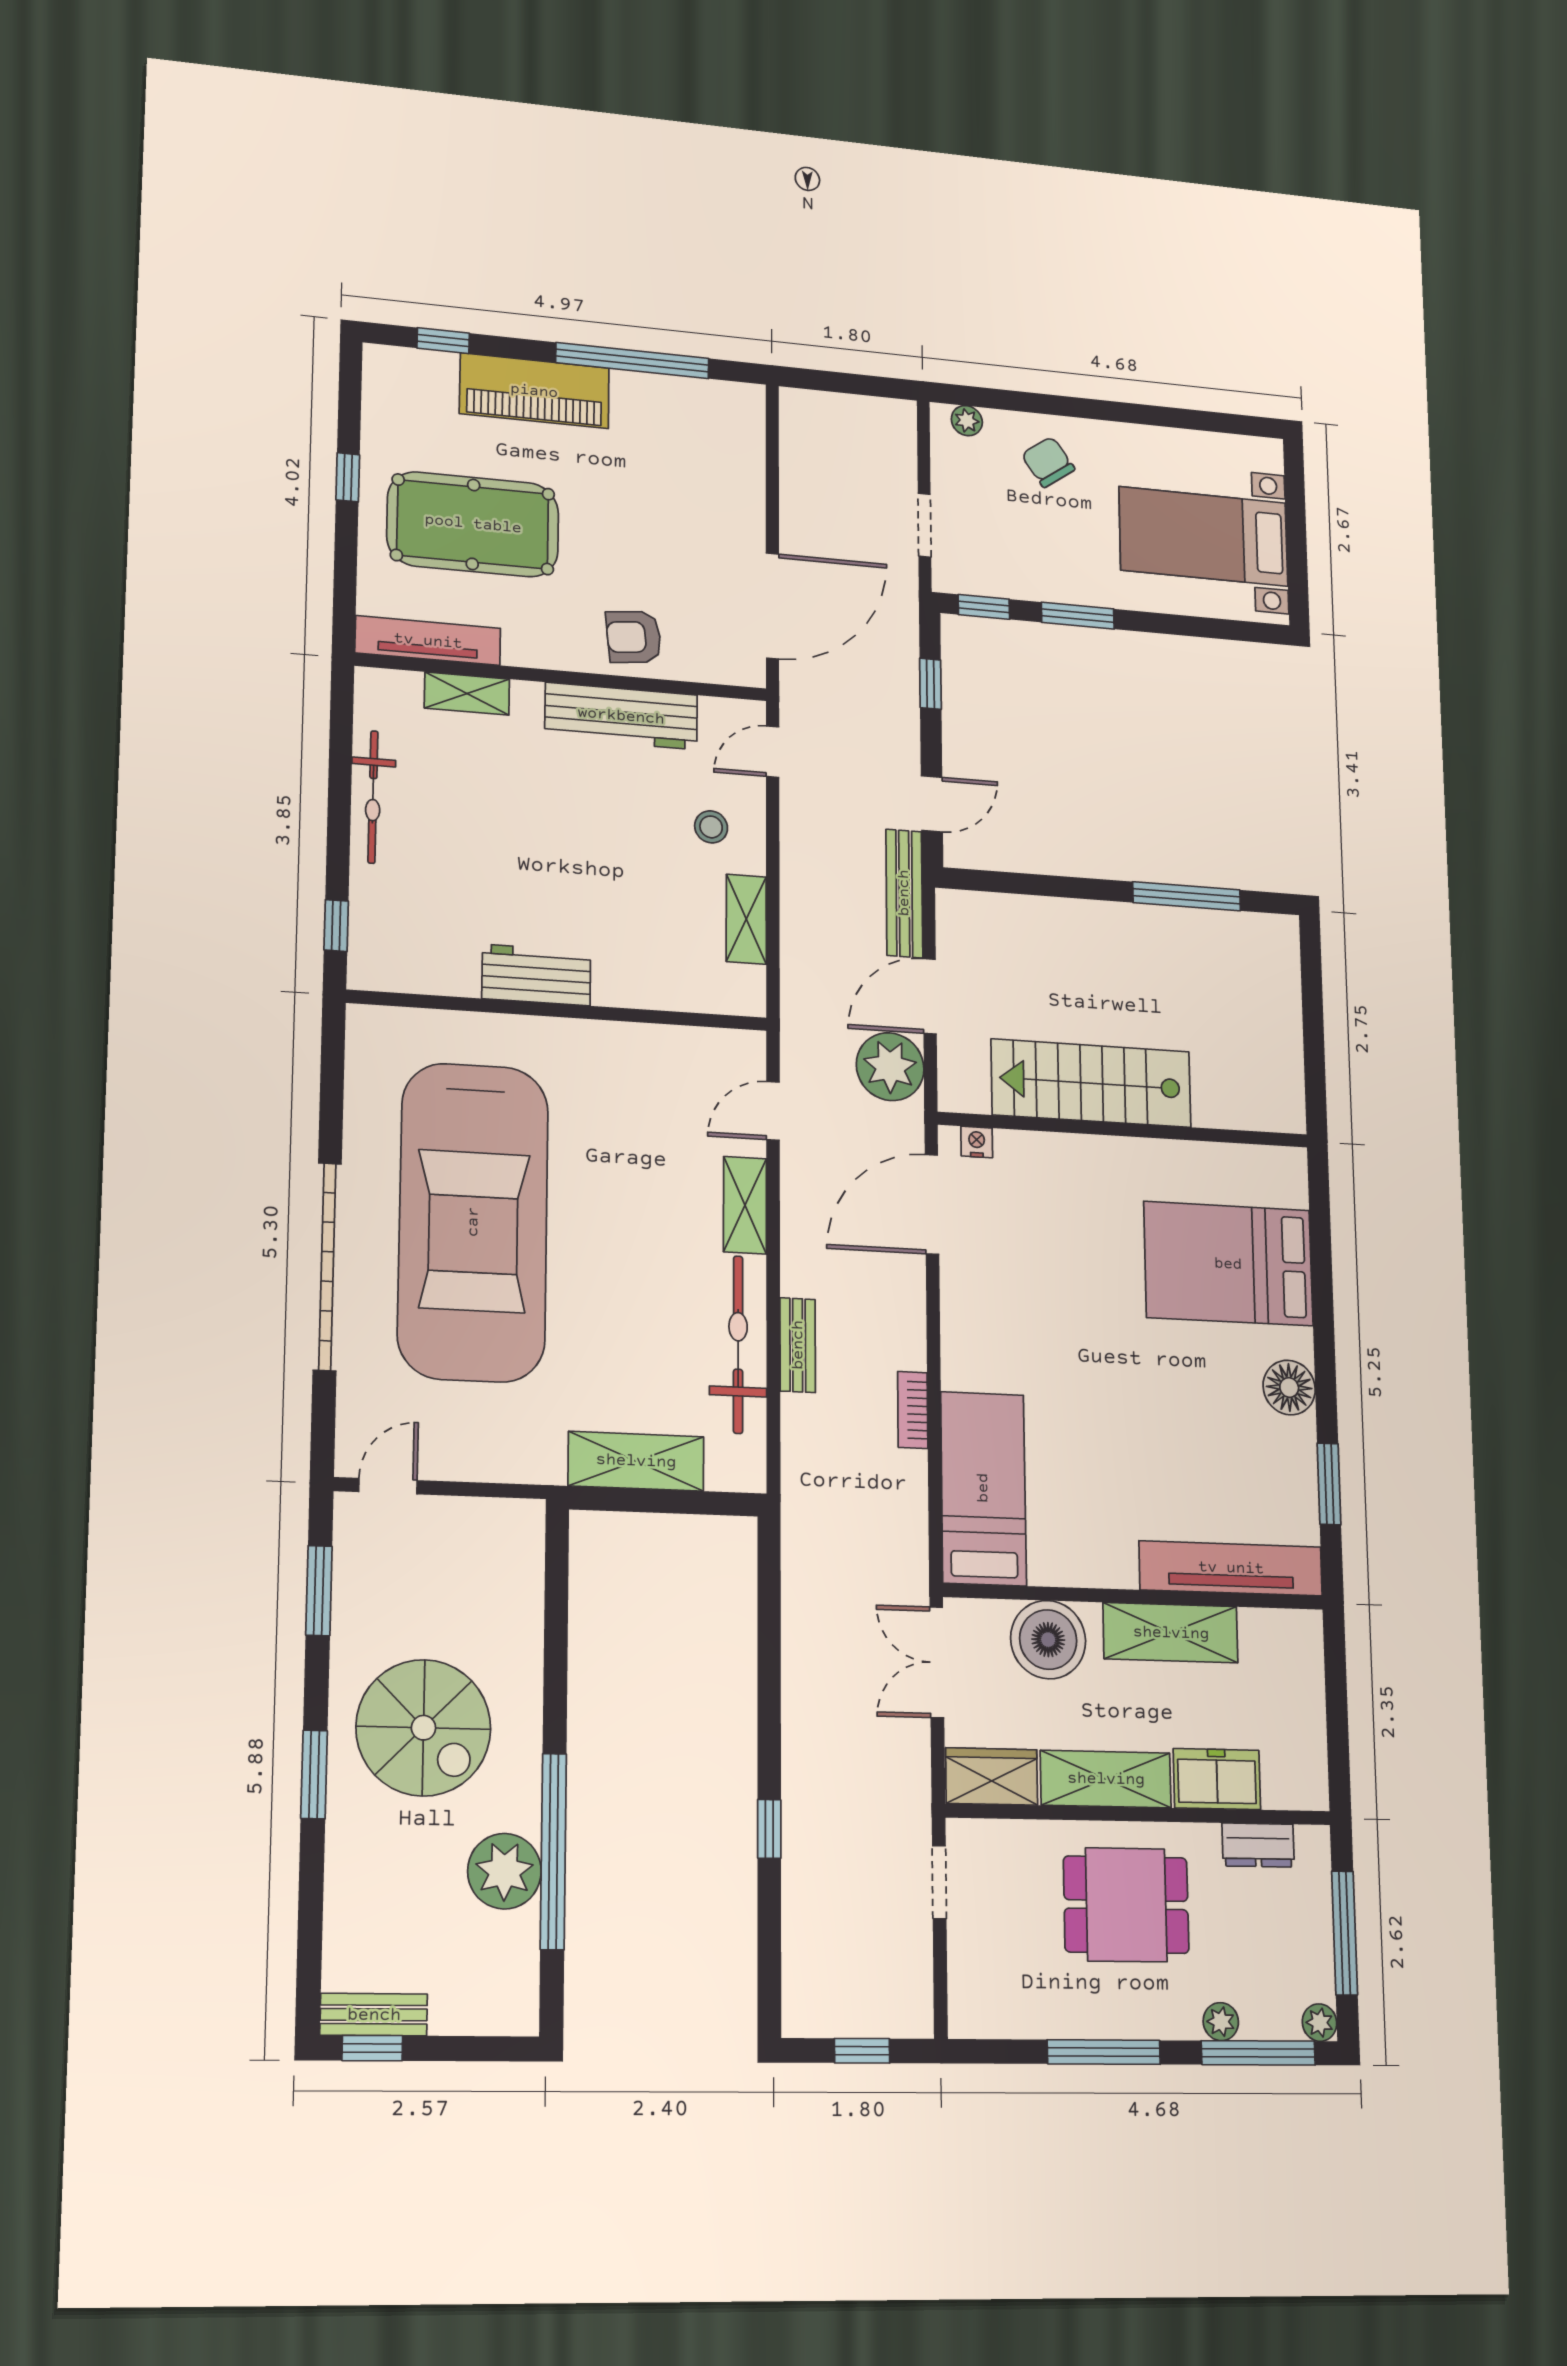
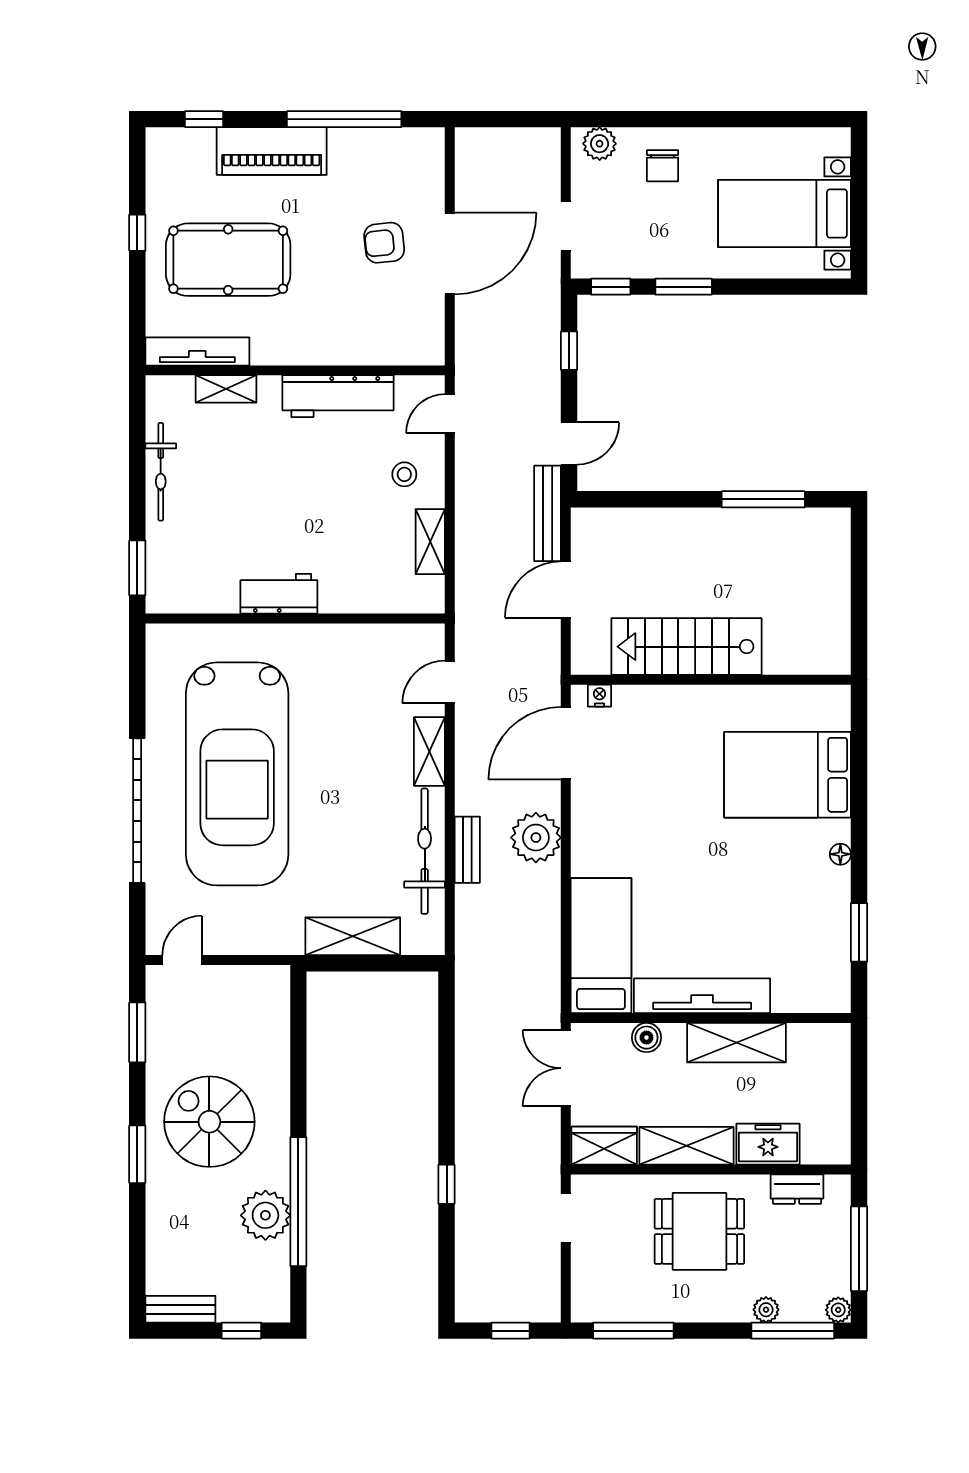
plant: (967, 421) -> (600, 144), width x1.38, depth x1.38
chair: (1048, 462) -> (663, 166), turned -145
door: (772, 606) -> (450, 254), moved
armchair: (634, 637) -> (384, 243), moved
window: (336, 926) -> (137, 568), width x1.50
plant: (890, 1067) -> (536, 838), moved
floor lamp: (1289, 1388) -> (840, 854), width x0.53, depth x0.53
bookcase: (913, 1410) -> (550, 892), removed
tv unit: (1231, 1568) -> (702, 996), moved
boiler: (1048, 1640) -> (646, 1038), width x0.54, depth x0.54
spiral stairs: (423, 1728) -> (209, 1122), turned 180
window: (372, 2048) -> (241, 1331), moved
window: (1104, 2052) -> (633, 1331), moved

